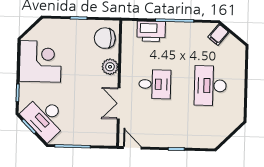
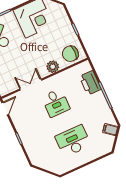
chair: (105, 38) -> (70, 54), turned -90

